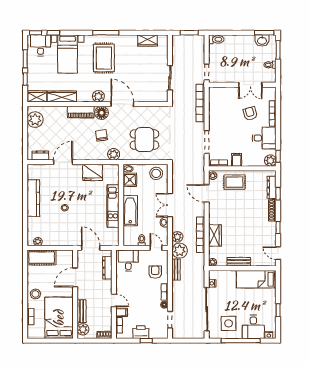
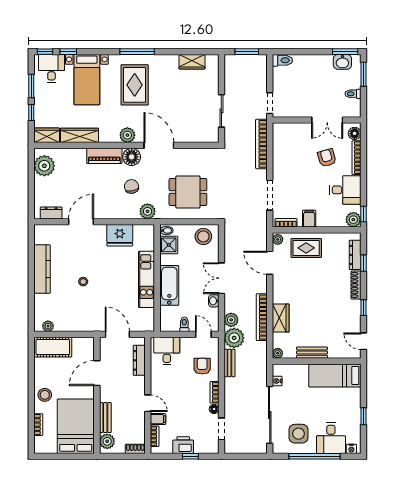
floor lamp: (271, 95) -> (355, 133), added

